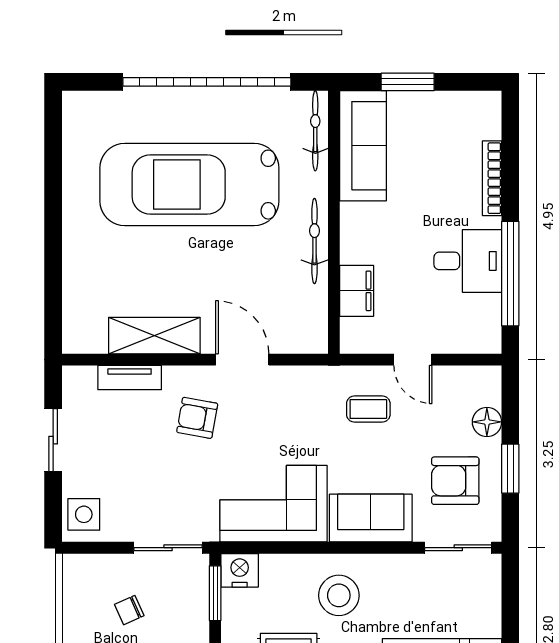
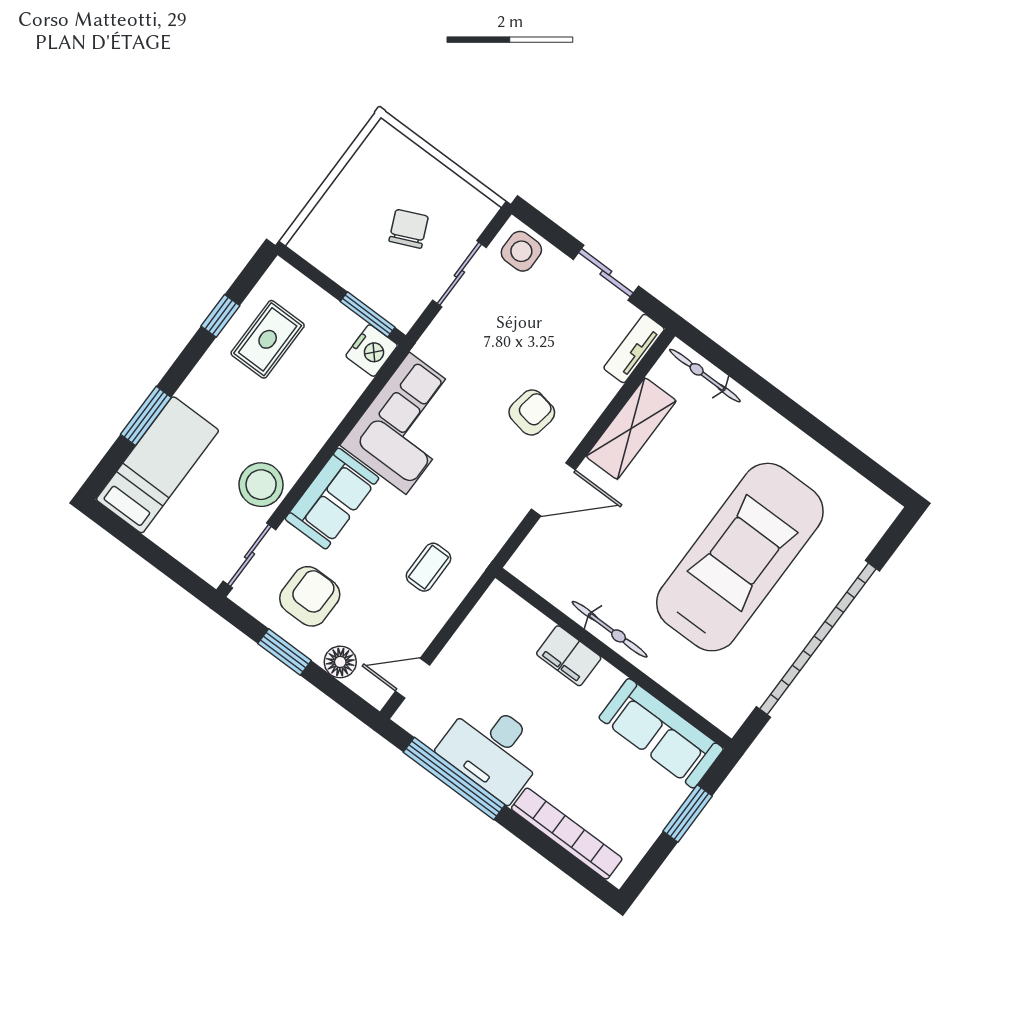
bicycle: (315, 131) -> (705, 376), moved, turned 180
bookcase: (492, 178) -> (567, 834), width x1.48, depth x1.31
desk: (468, 261) -> (493, 750), width x1.37
filing cabinet: (357, 291) -> (569, 656), moved
door: (413, 360) -> (413, 678), moved
tv unit: (130, 378) -> (634, 348), moved
sliding door: (168, 548) -> (459, 274), moved
stool: (339, 595) -> (261, 485), moved
chair: (129, 610) -> (409, 229), width x1.37, depth x1.37

